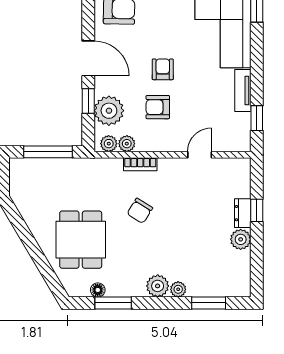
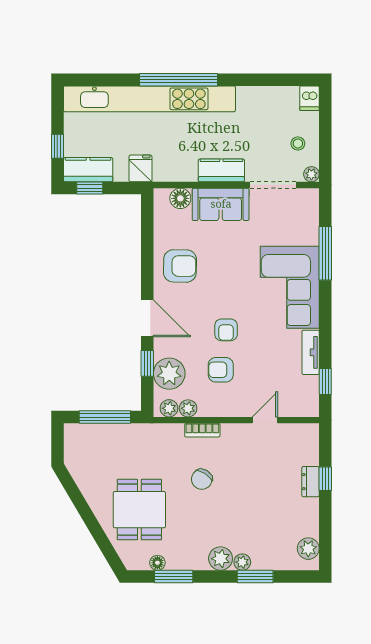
armchair: (163, 69) -> (226, 330), turned 180
plant: (241, 239) -> (308, 549), moved
window: (209, 303) -> (255, 576), moved

